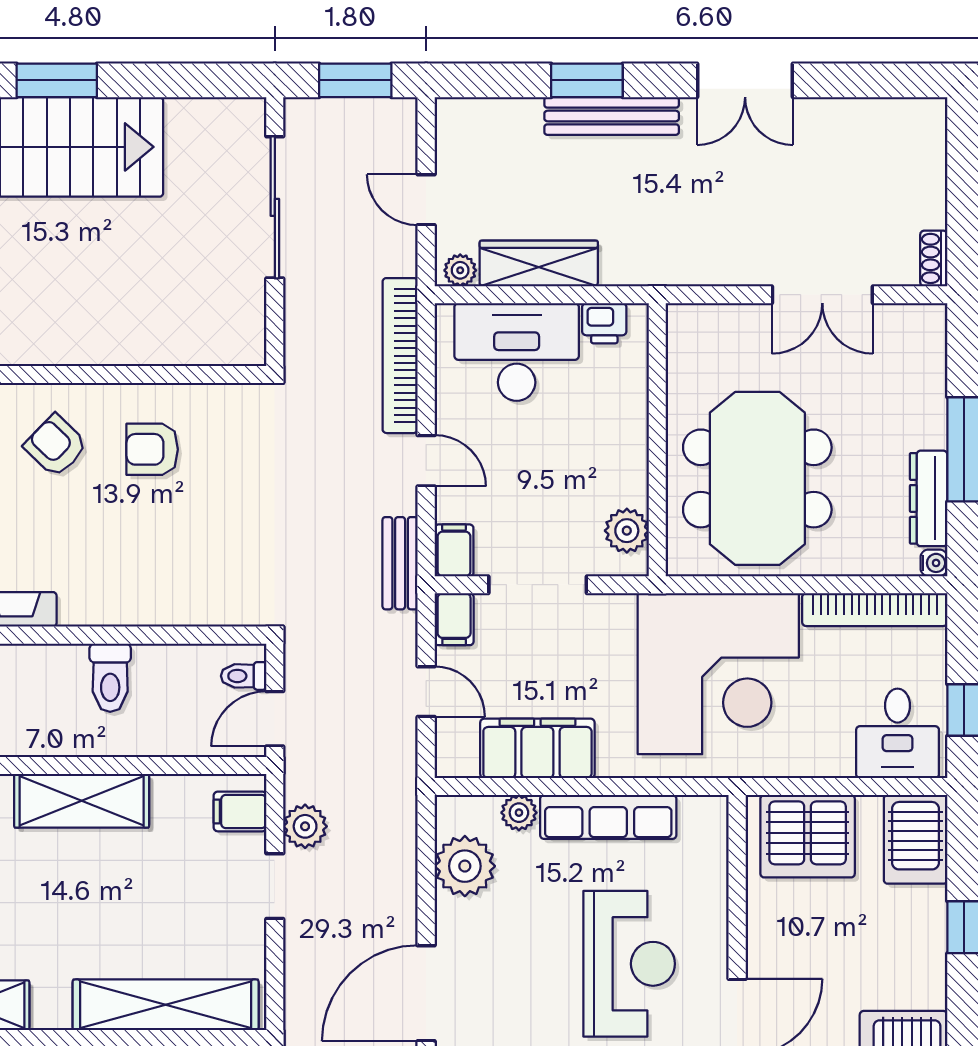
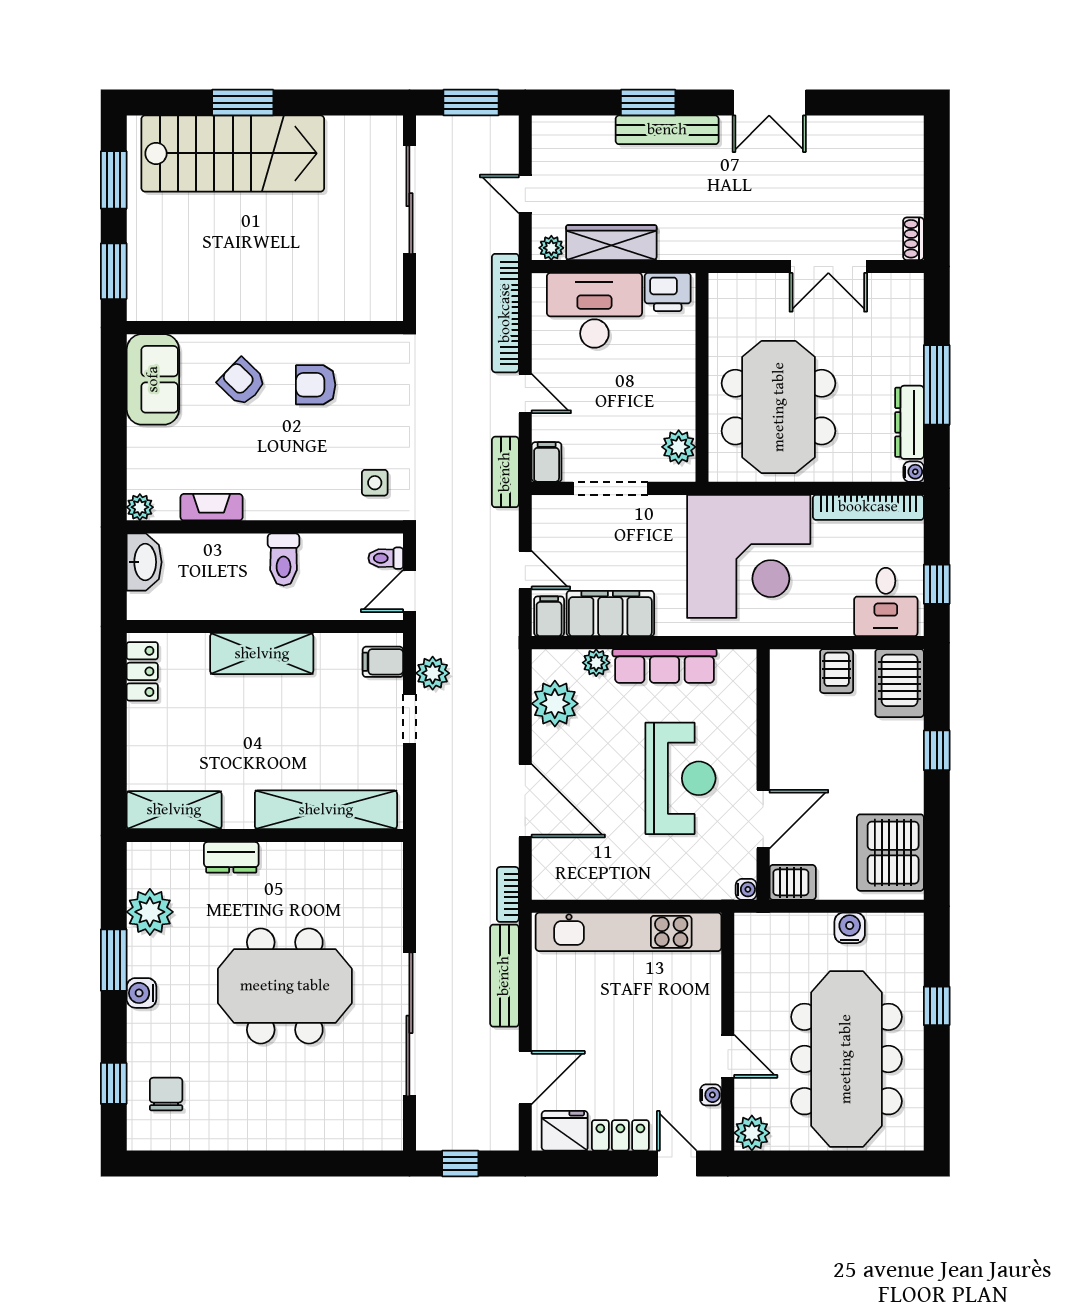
printer: (604, 323) -> (668, 292), width x1.36, depth x1.24
side table: (229, 577) -> (375, 483), added
filing cabinet: (454, 619) -> (549, 616), moved, turned 180
server rack: (808, 836) -> (837, 671), width x0.46, depth x0.70
door: (426, 993) -> (525, 801), swing flipped

